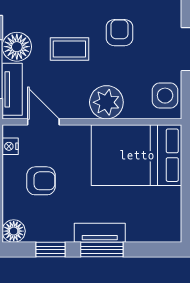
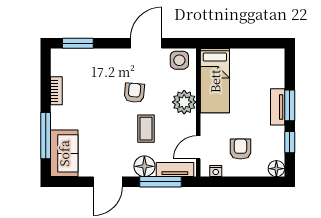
armchair: (119, 33) -> (134, 93), turned 95
bed: (137, 155) -> (215, 81), width x0.67

